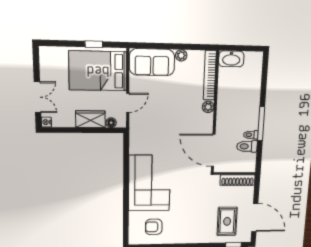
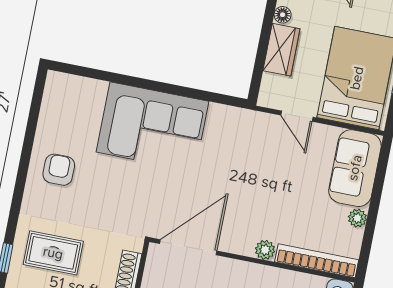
floor lamp: (111, 123) -> (283, 15), moved
armchair: (154, 227) -> (59, 170), moved

